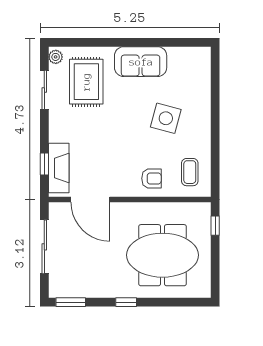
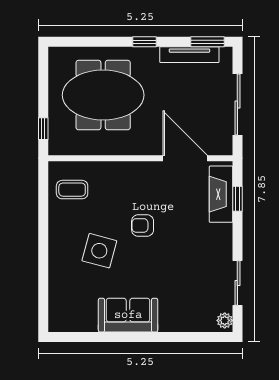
rug: (86, 82) -> (190, 292), removed
coffee table: (190, 172) -> (72, 190), turned 90
armchair: (151, 178) -> (143, 225), moved
tv unit: (87, 291) -> (189, 55), added

